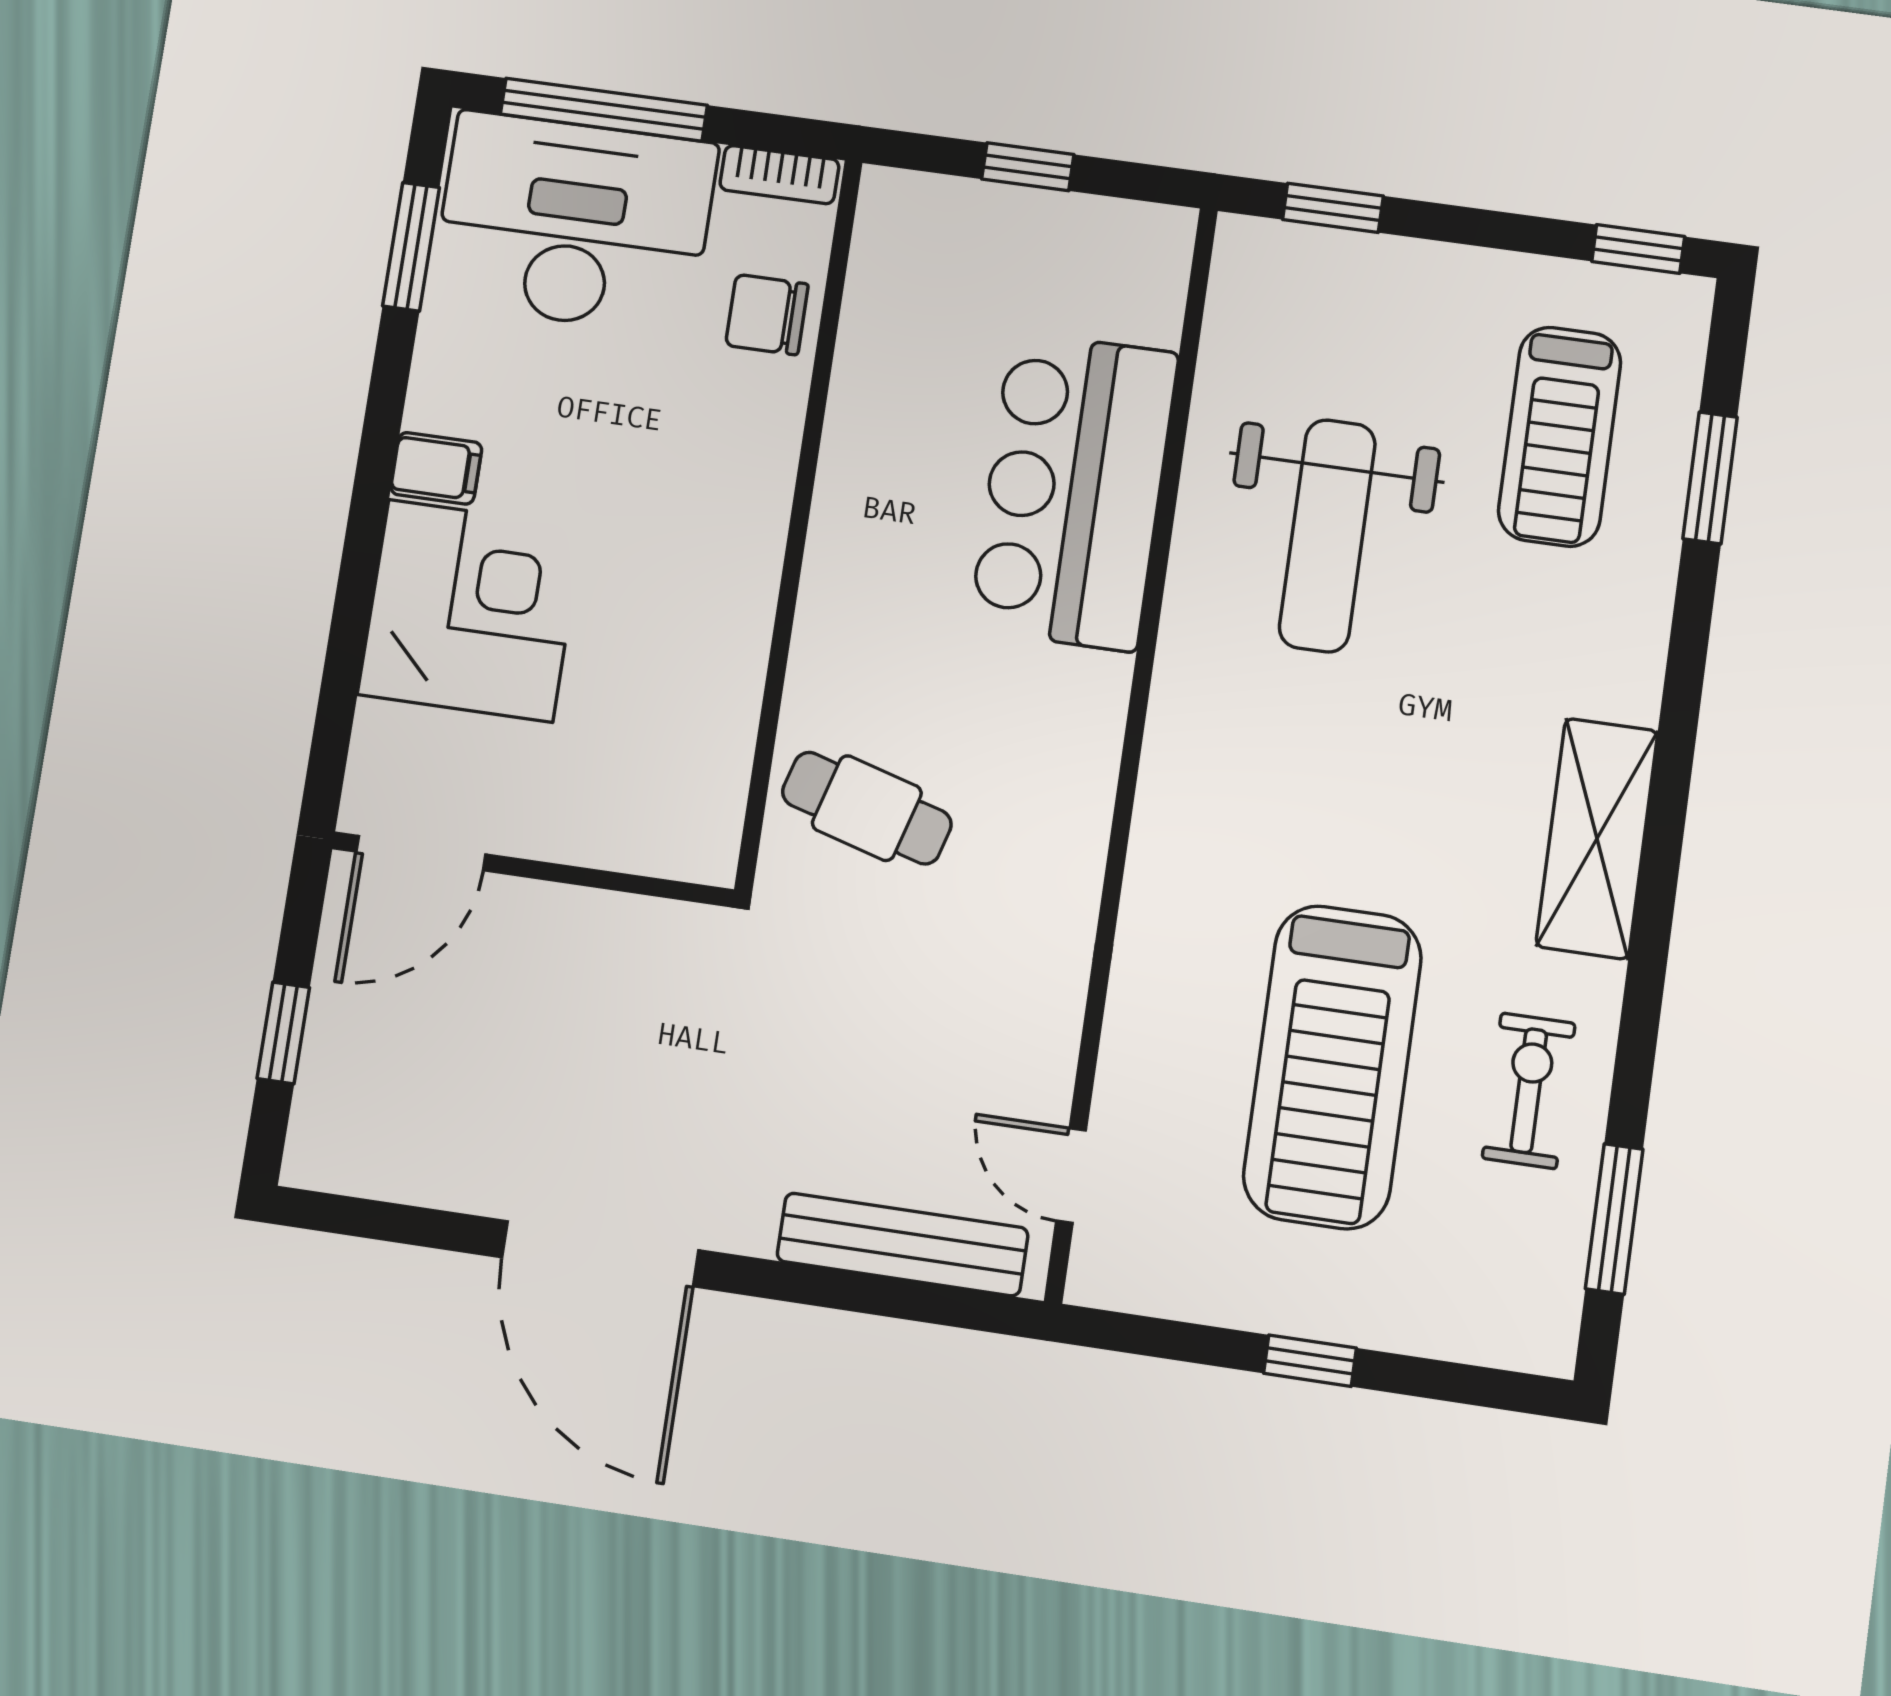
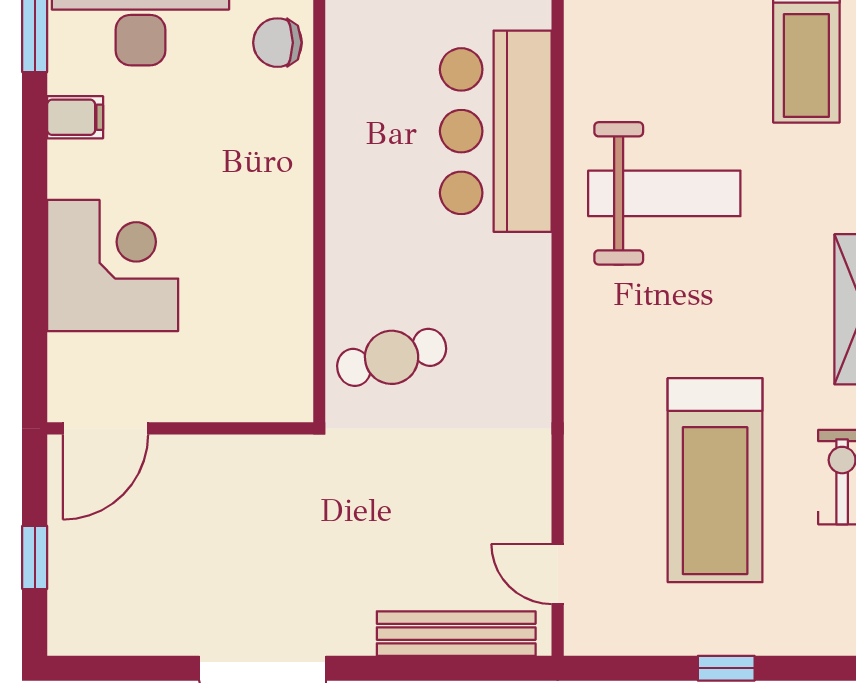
filing cabinet: (436, 468) -> (75, 117), moved
weight bench: (1327, 536) -> (664, 193), moved, turned -90
cafe table: (867, 808) -> (392, 357), turned -31

